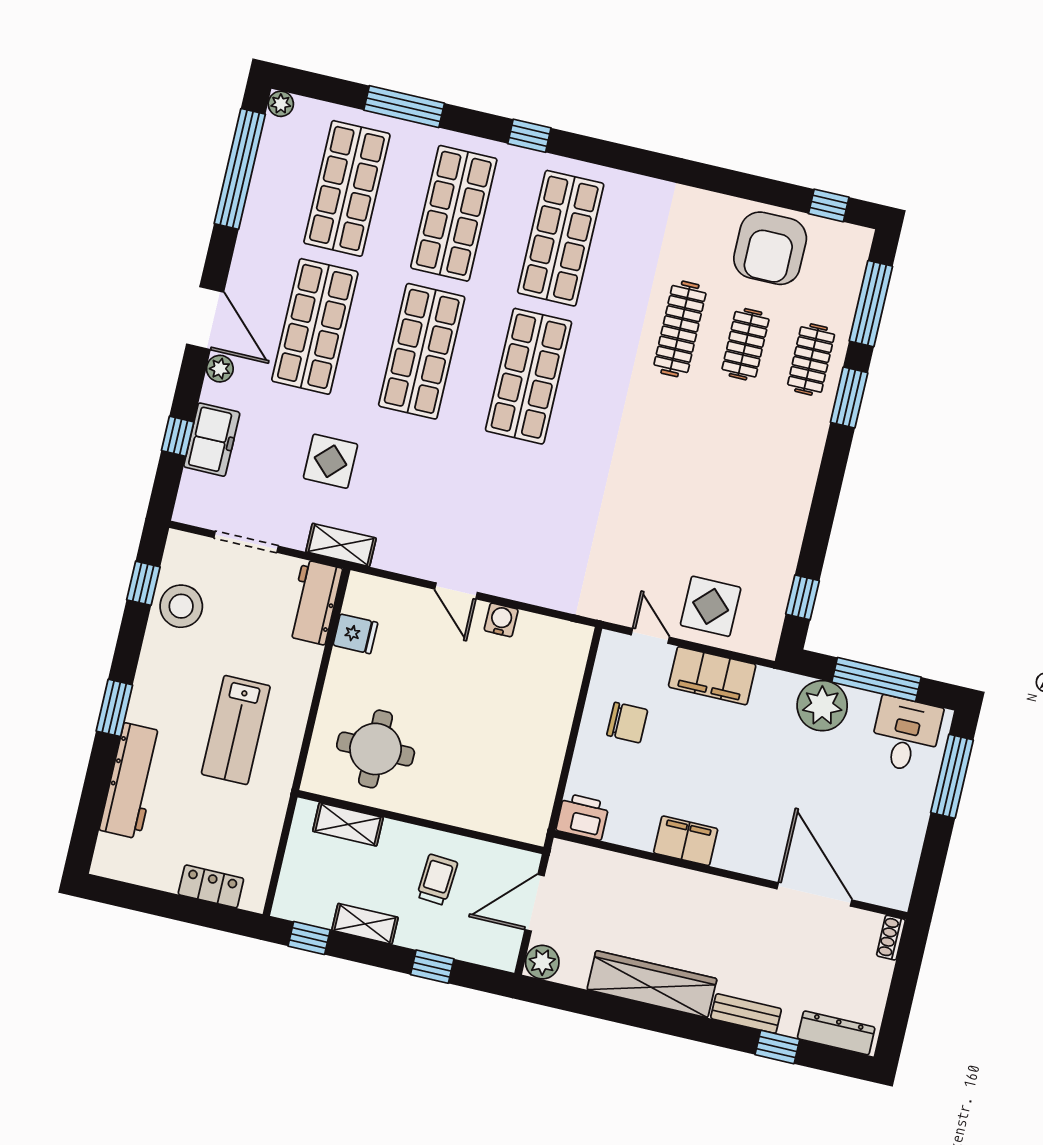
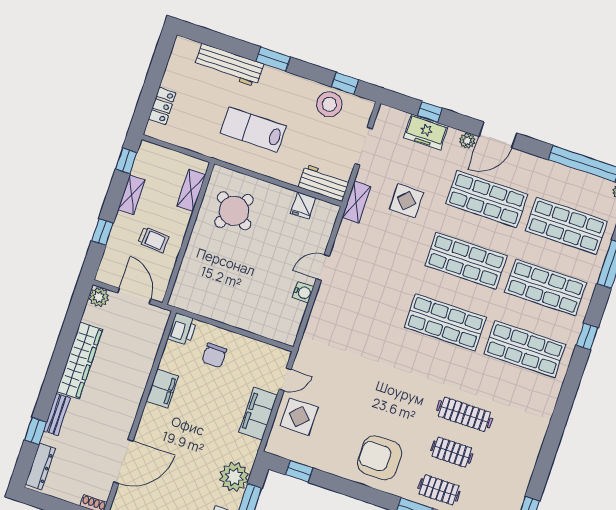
armchair: (770, 248) -> (380, 458), moved
chair: (627, 723) -> (214, 355), moved
round table: (376, 749) -> (234, 211), turned 32

